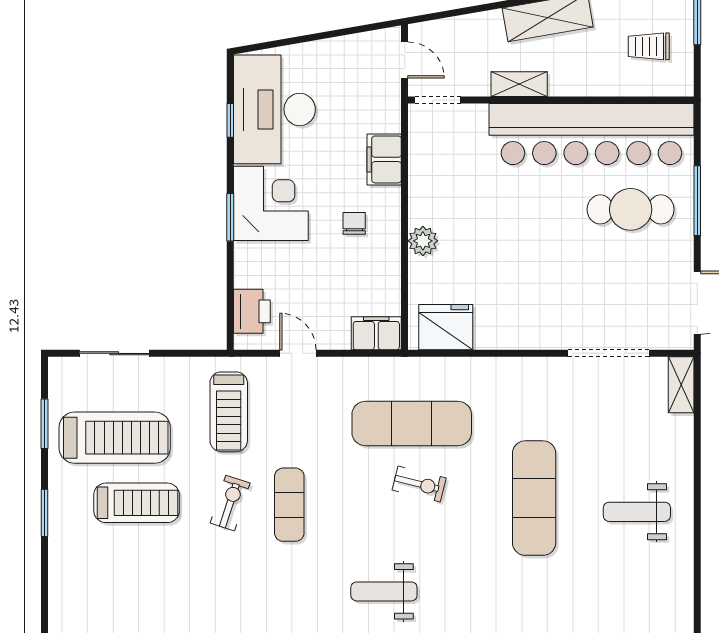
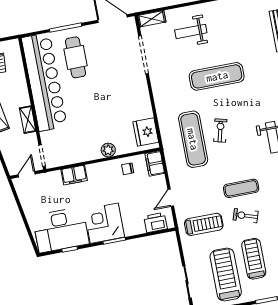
chair: (354, 223) -> (128, 169), moved
weight bench: (637, 512) -> (191, 31), moved, turned 90

